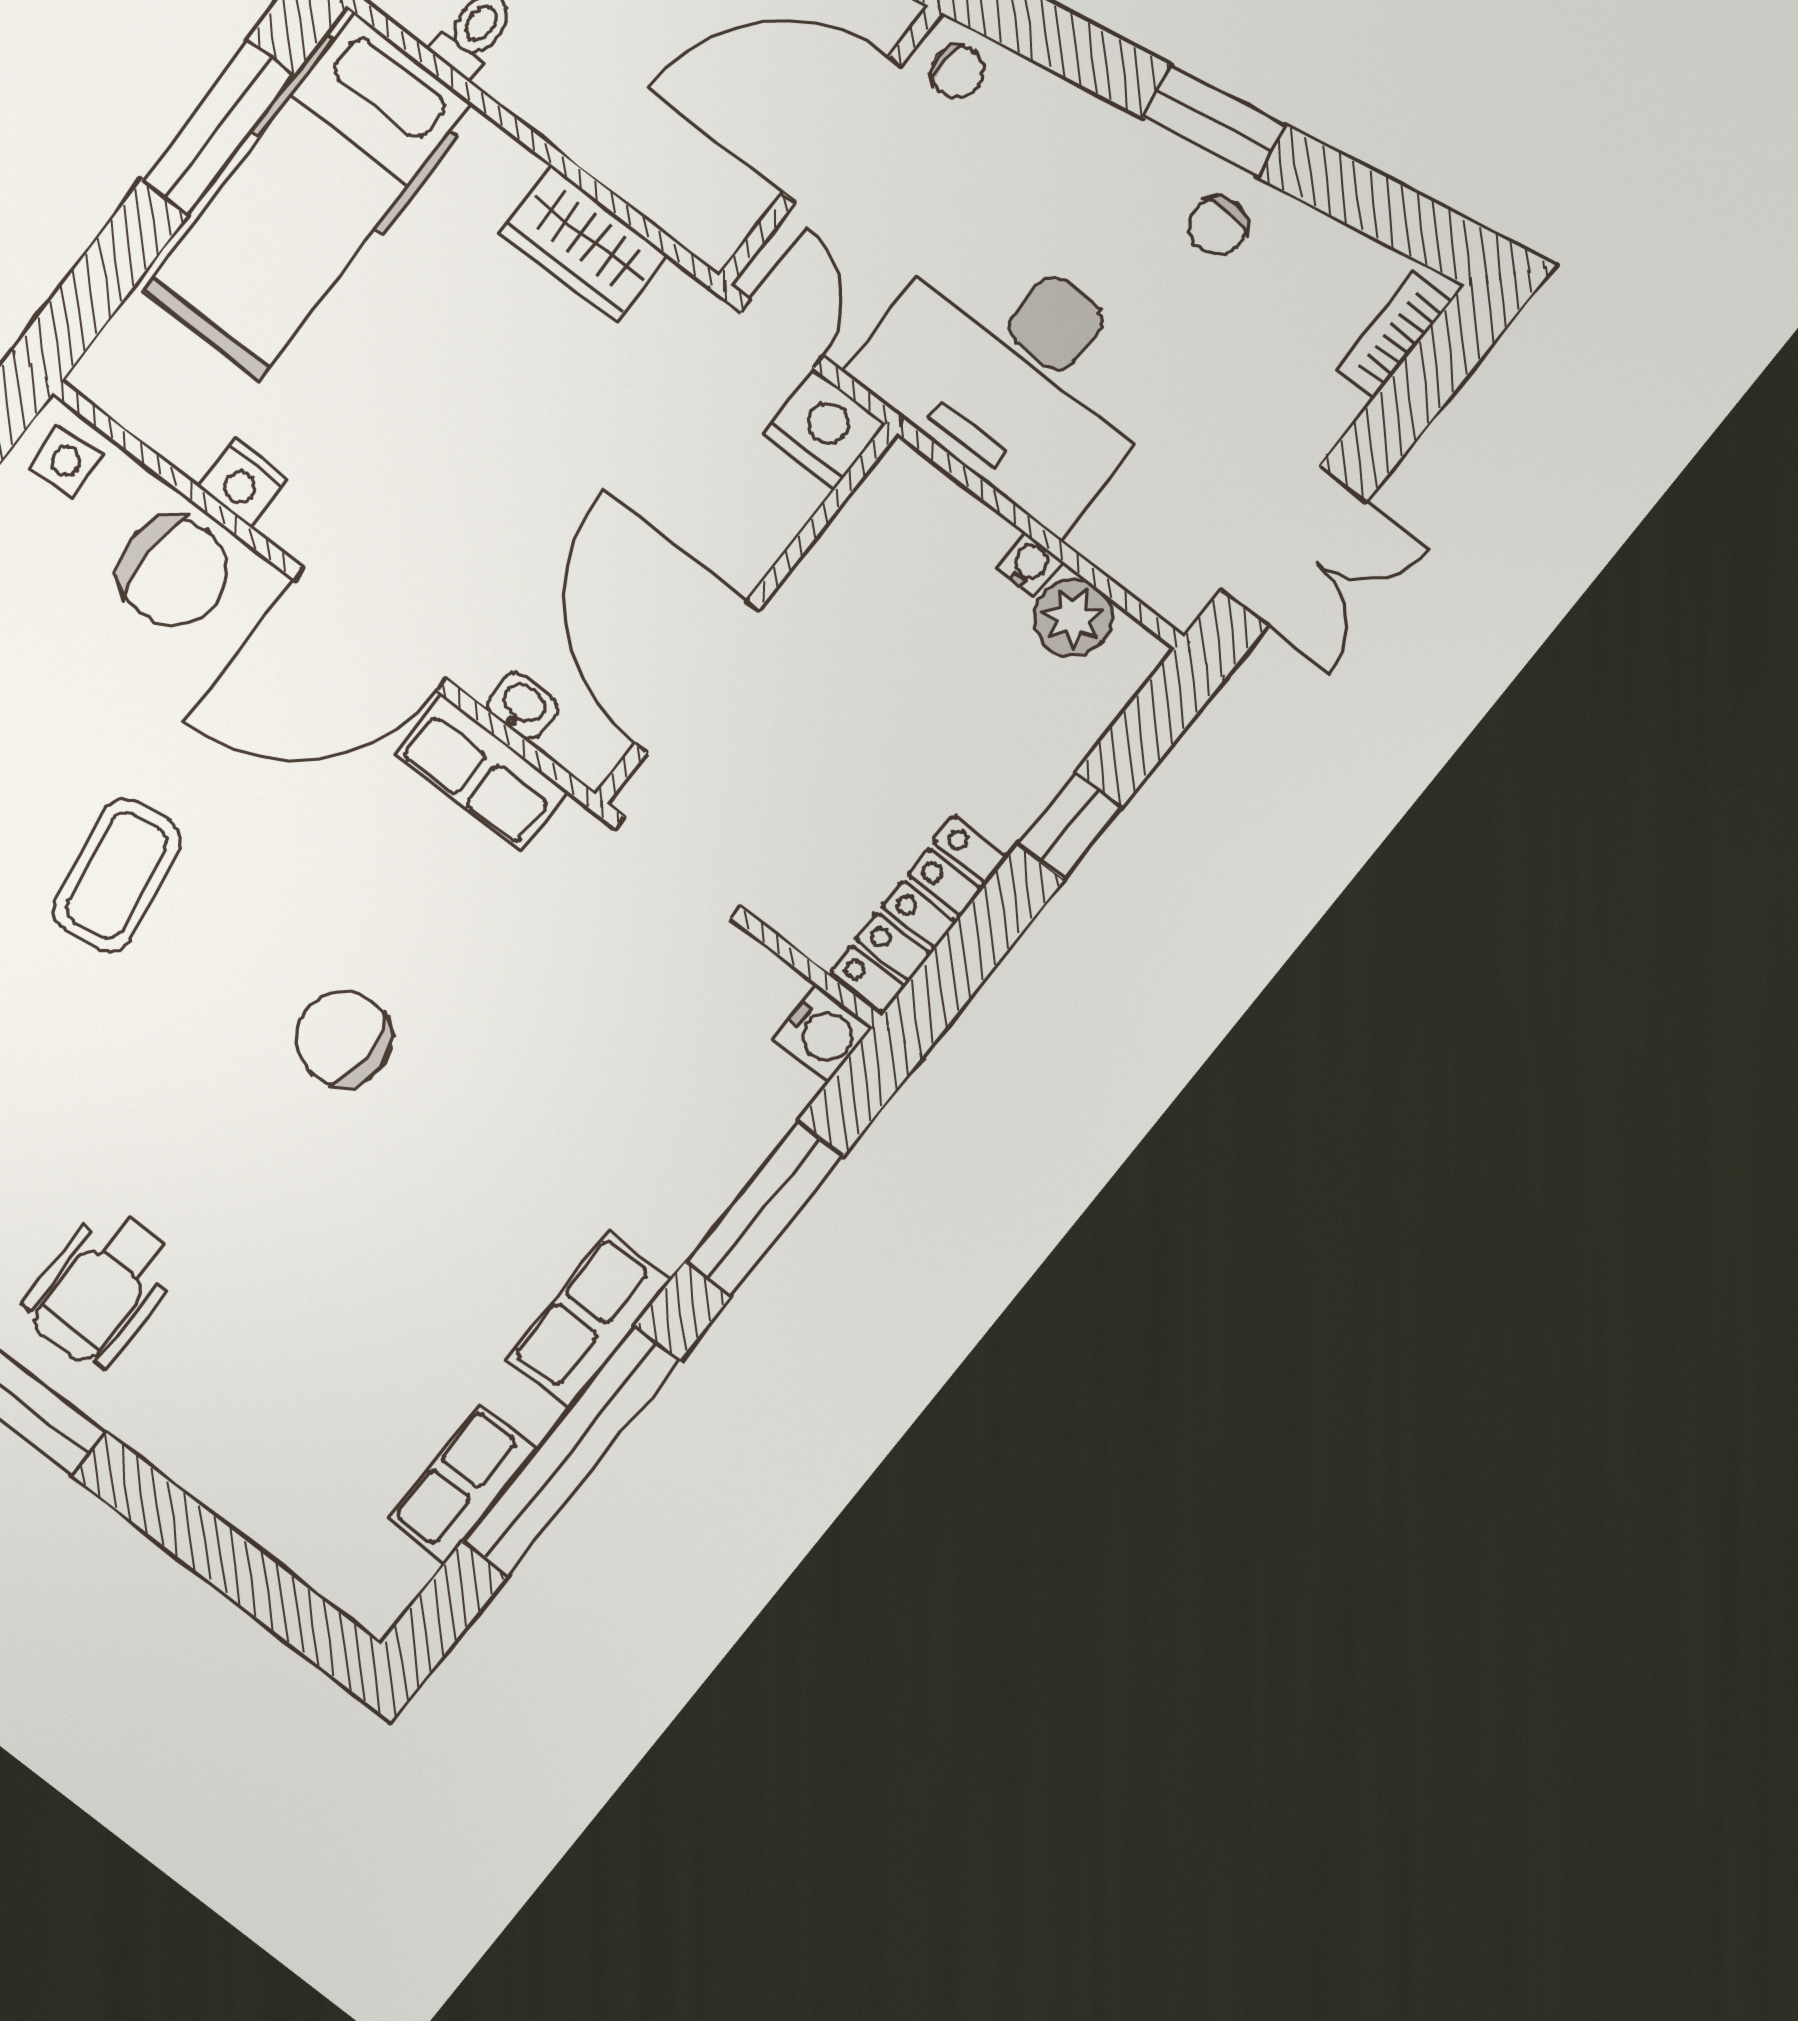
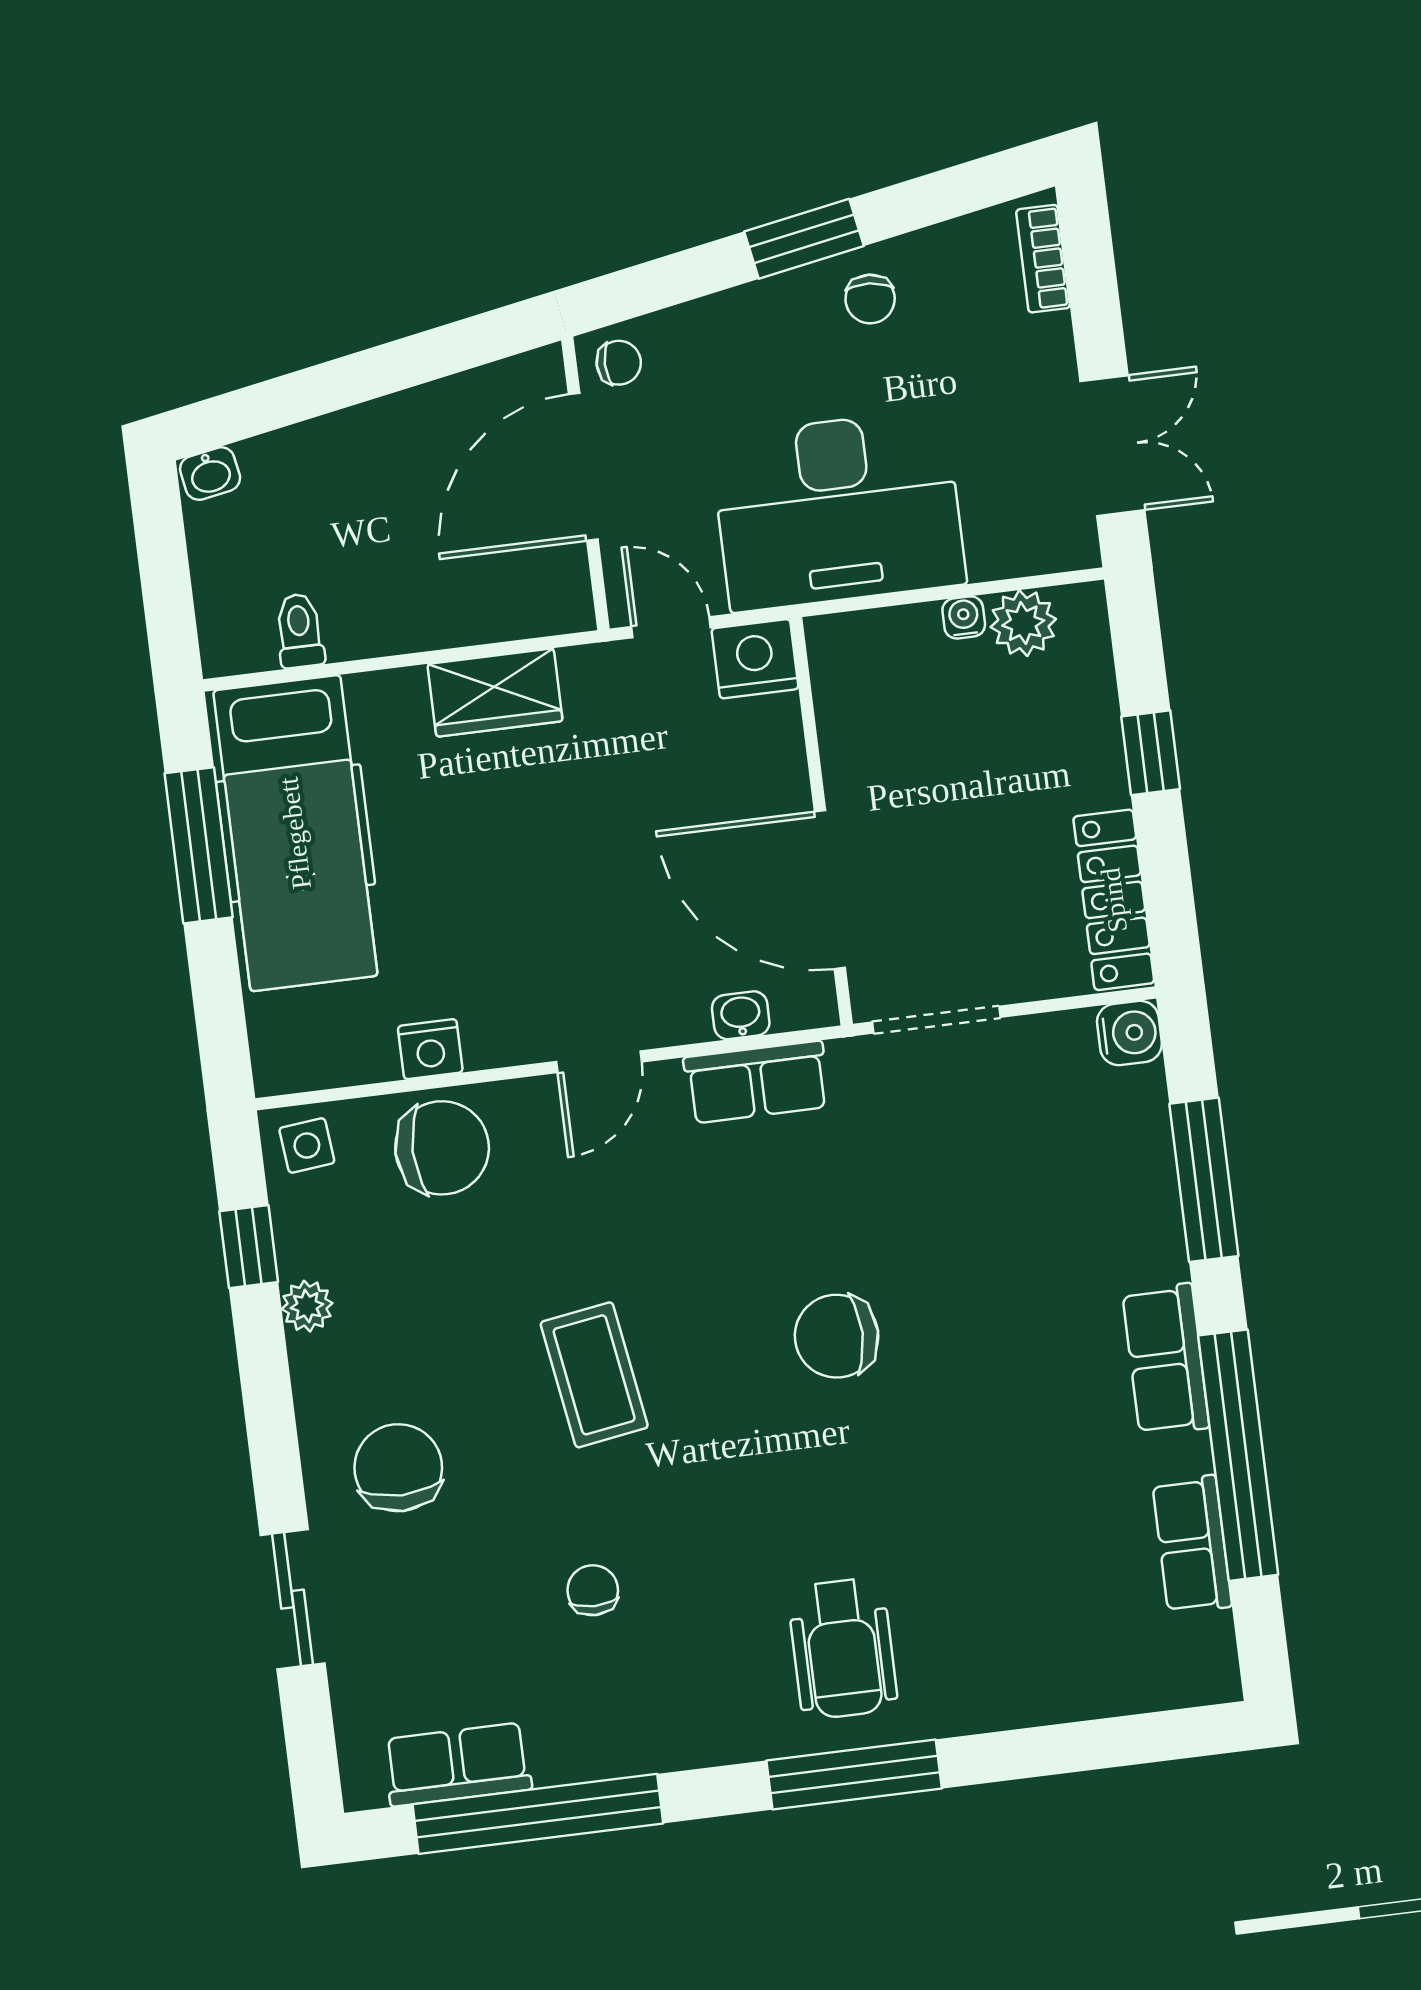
door: (370, 629) -> (599, 1062), width x0.53

